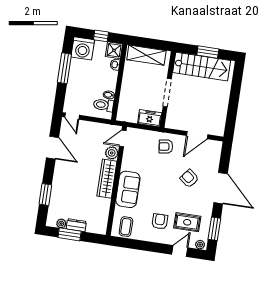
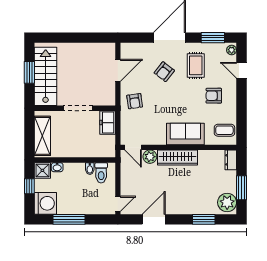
door: (197, 135) -> (118, 70), hinge flipped
rug: (187, 222) -> (196, 65), moved
plant: (61, 224) -> (227, 202), width x1.88, depth x1.88
dresser: (76, 225) -> (231, 160), moved

